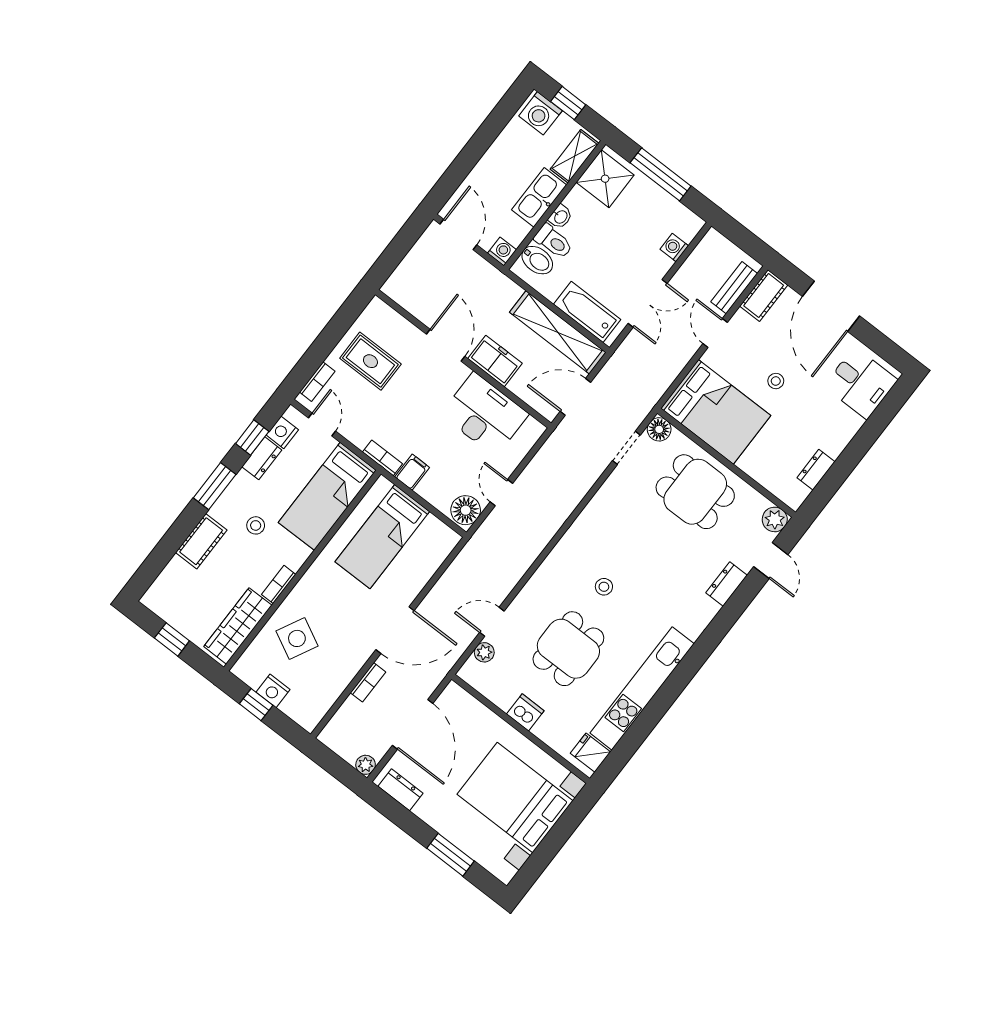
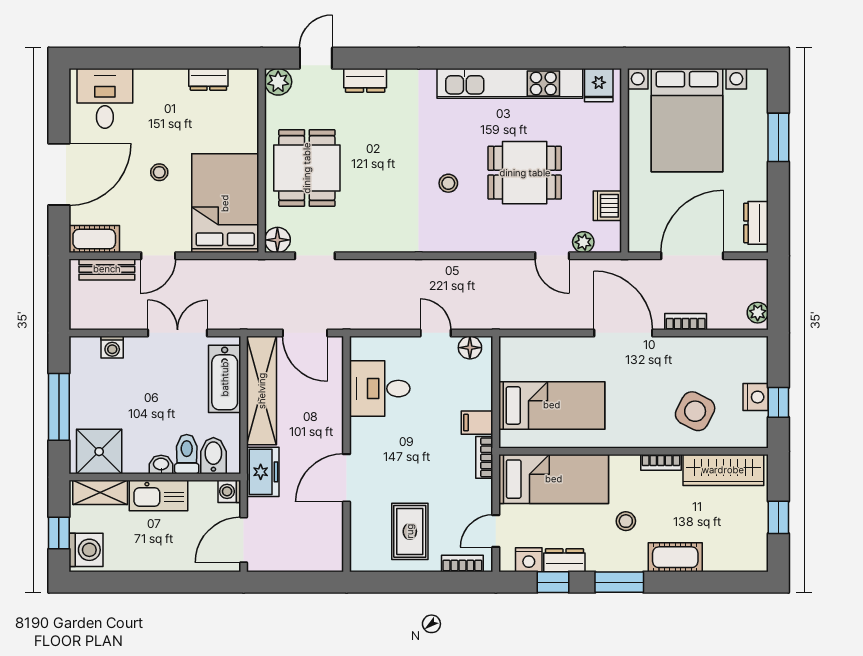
freezer: (495, 361) -> (263, 472), moved, turned 180
desk: (485, 414) -> (380, 389), width x0.73
door: (501, 493) -> (436, 333), swing flipped
floor lamp: (466, 510) -> (470, 348), width x0.73, depth x0.73
dishwasher: (525, 712) -> (607, 206), moved
plant: (366, 765) -> (758, 313), moved

